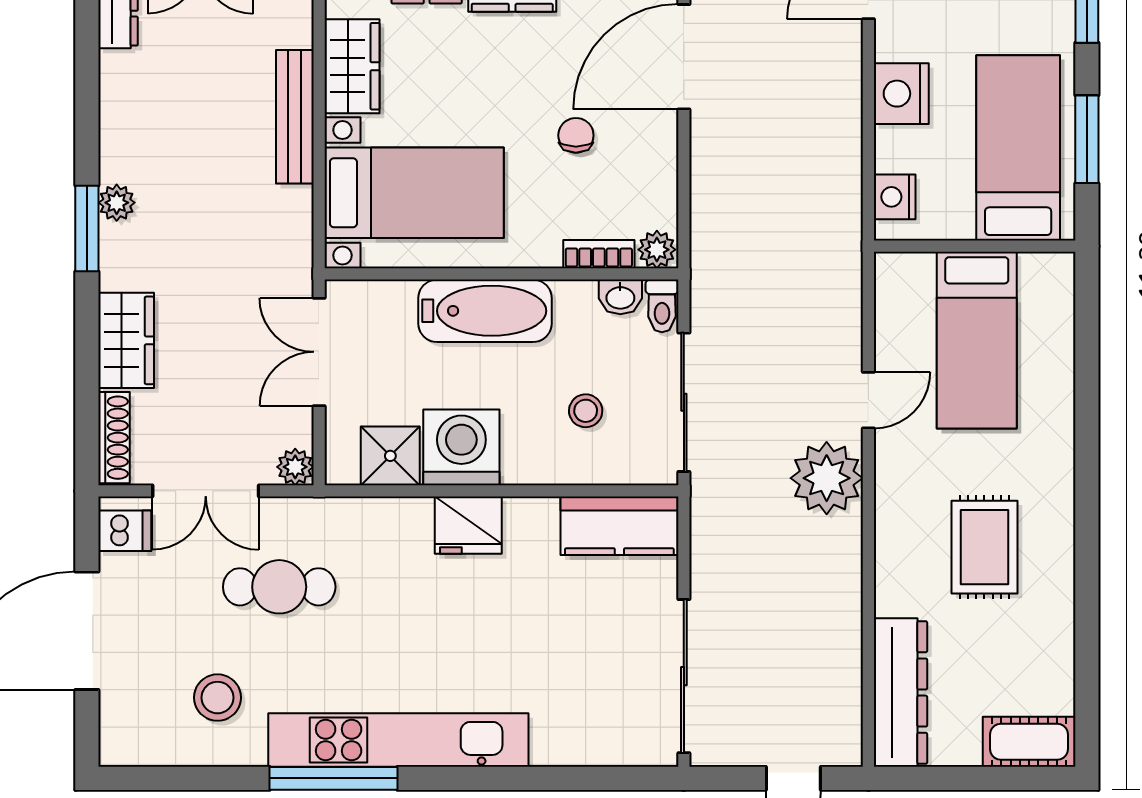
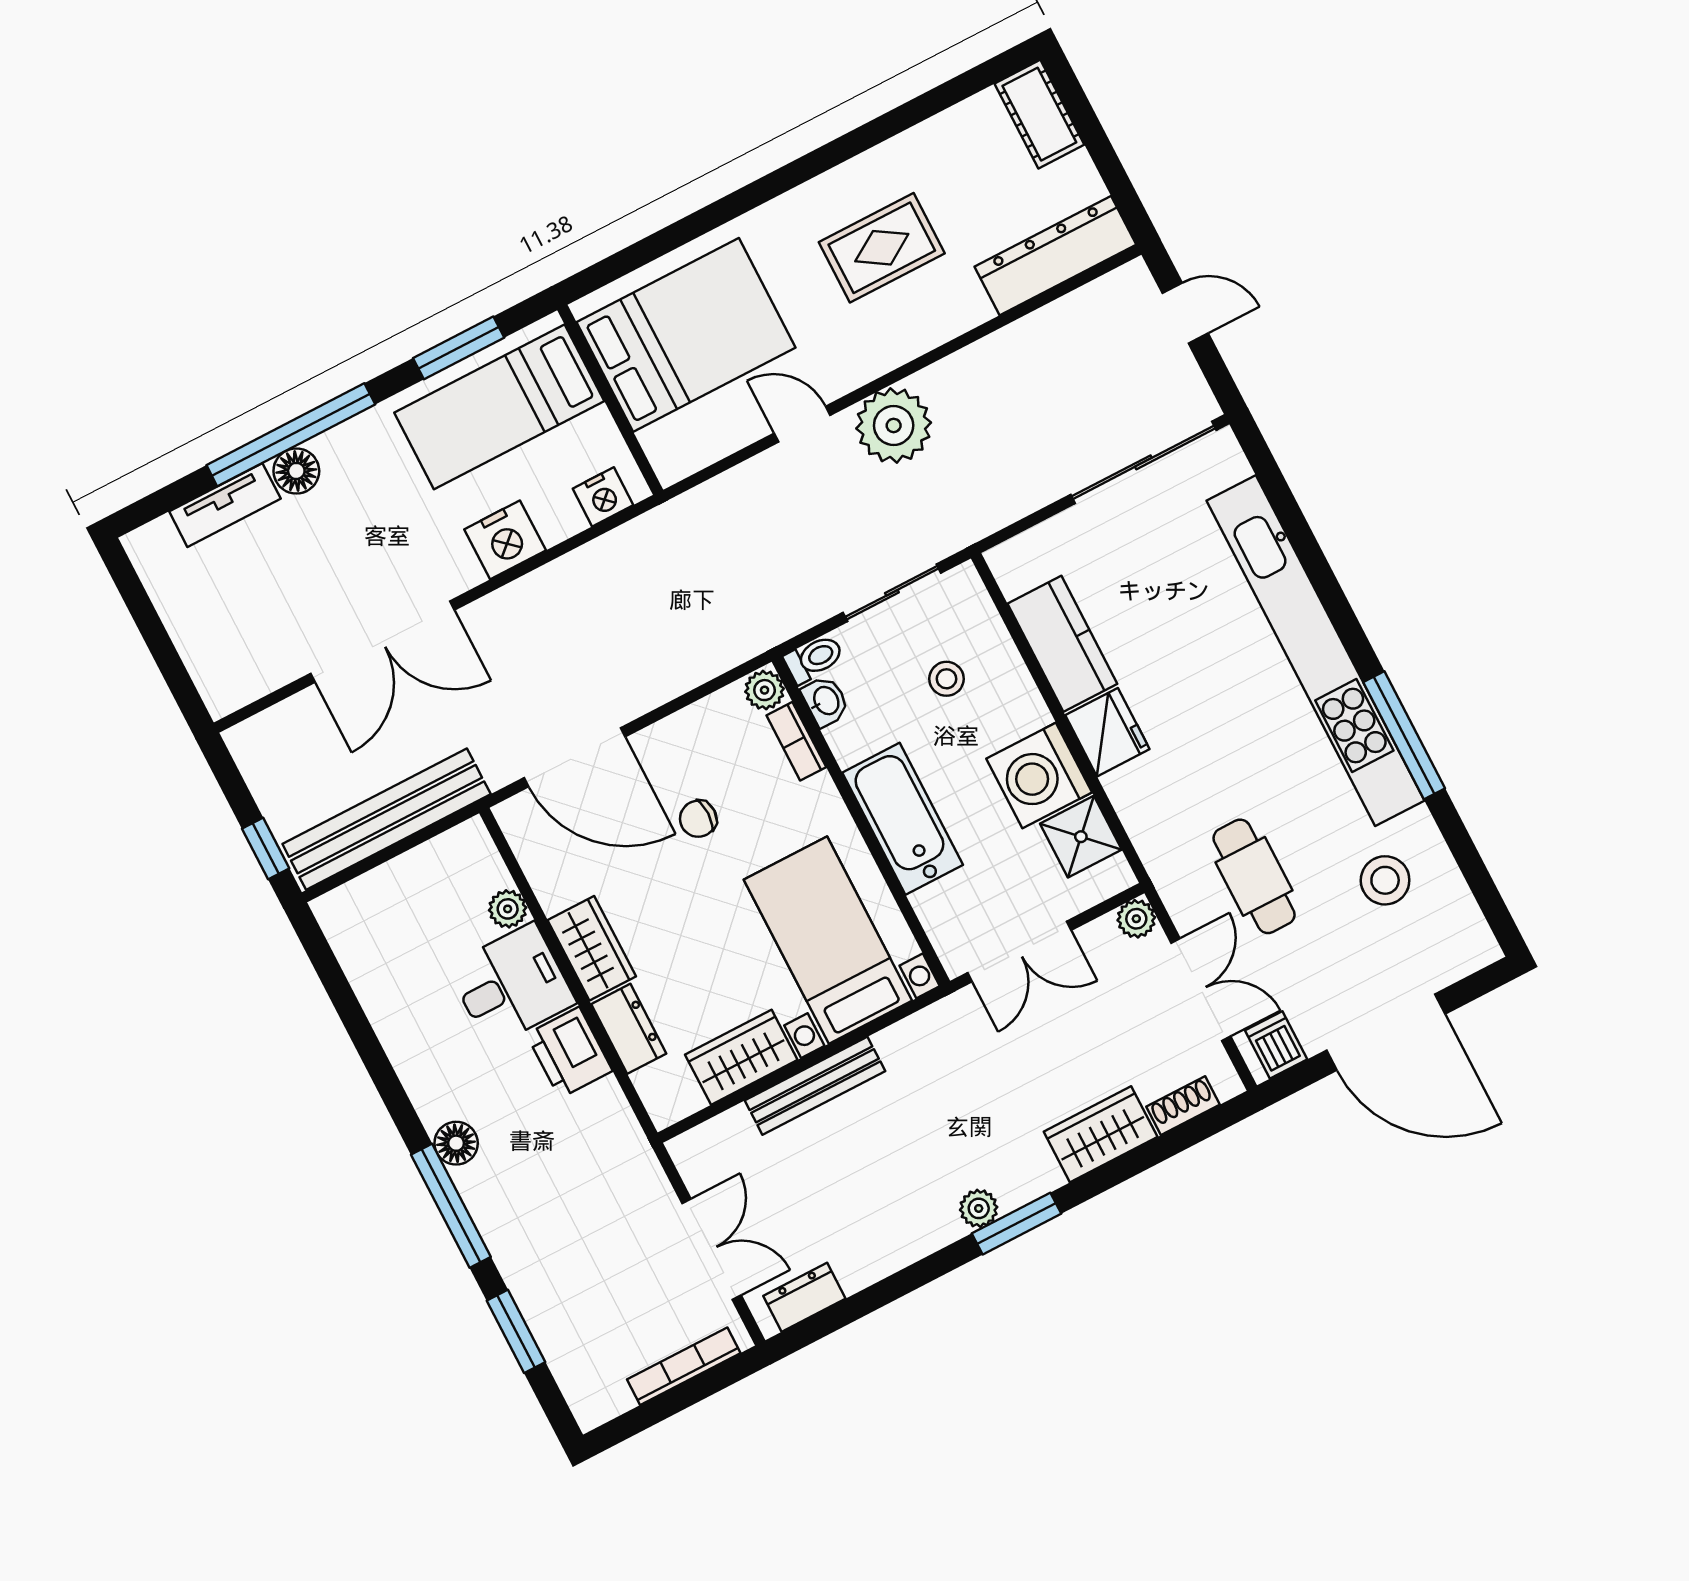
bed: (977, 340) -> (686, 335), width x1.50
sliding door: (684, 402) -> (892, 593), width x0.73
shoe rack: (114, 438) -> (1183, 1106), width x0.70
kitchen counter: (619, 526) -> (1062, 644), moved
kitchen unit: (398, 740) -> (1315, 651), width x1.36

